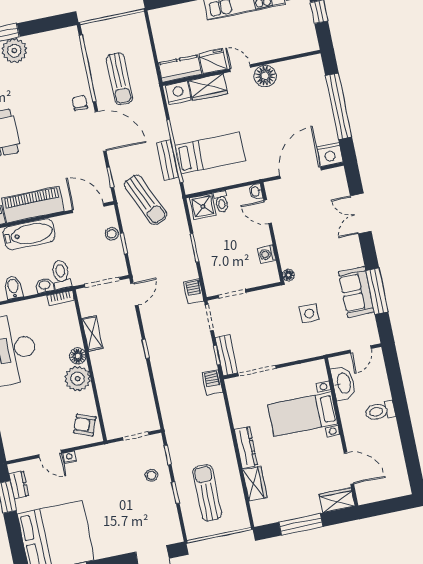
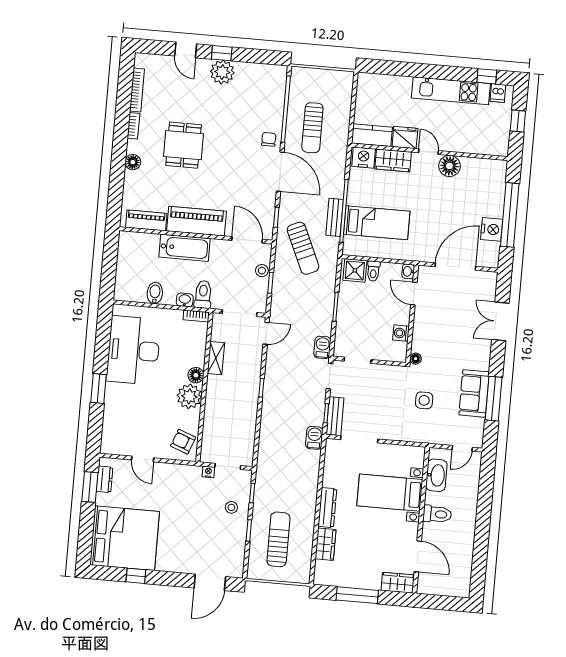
nightstand: (330, 154) -> (492, 229), moved, turned -90
toilet: (380, 411) -> (437, 514), moved, turned 180
nightstand: (69, 457) -> (208, 472), moved

